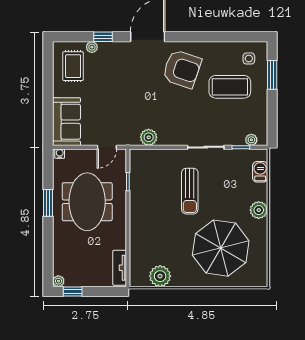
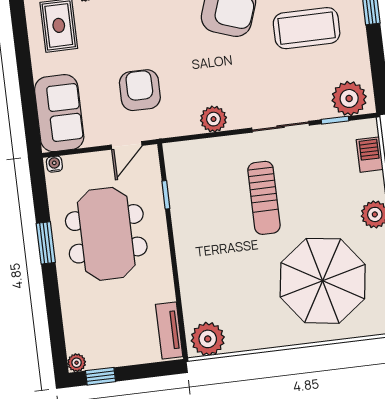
armchair: (119, 113) -> (140, 90), added
plant: (149, 137) -> (213, 119), moved
plant: (251, 140) -> (349, 98), width x1.88, depth x1.88
plant: (160, 276) -> (208, 339), moved

